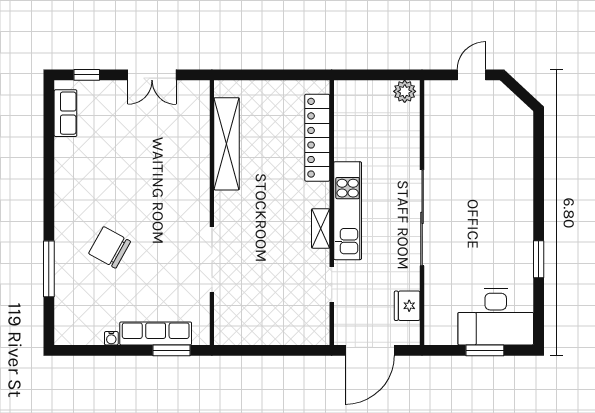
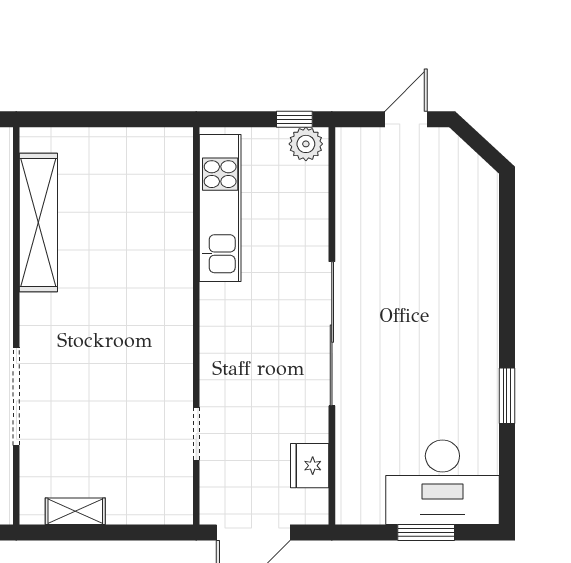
window: (397, 75) -> (294, 119), added
locker: (317, 138) -> (175, 213), removed
kitchen unit: (348, 211) -> (220, 208), moved
shelving: (321, 228) -> (75, 511), moved, turned 90

